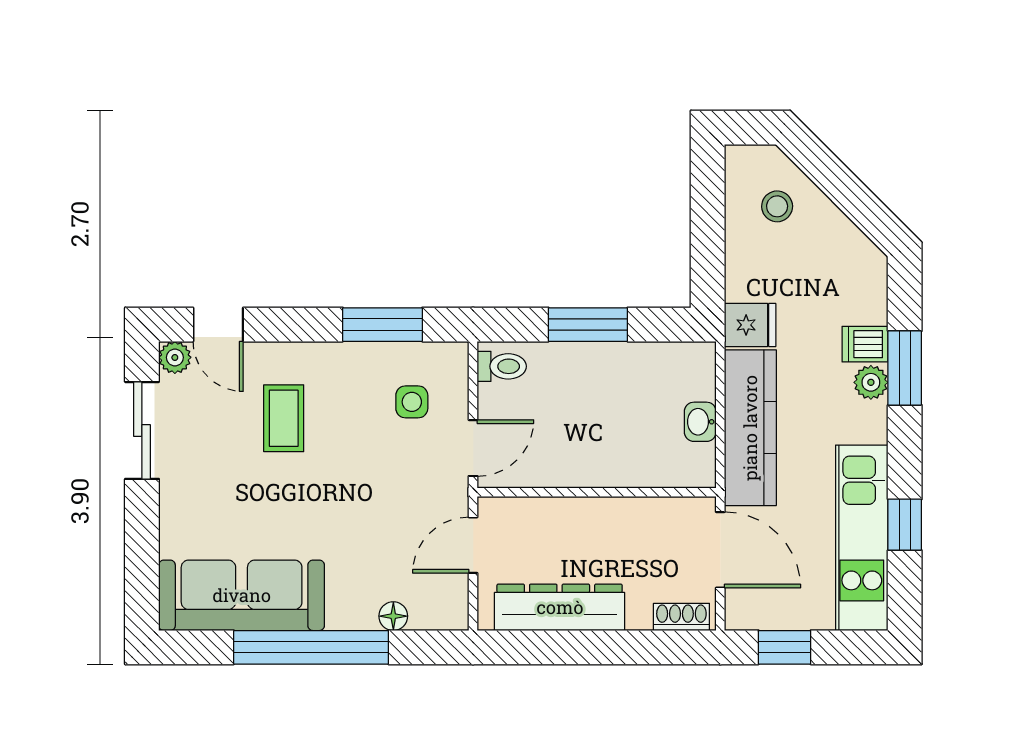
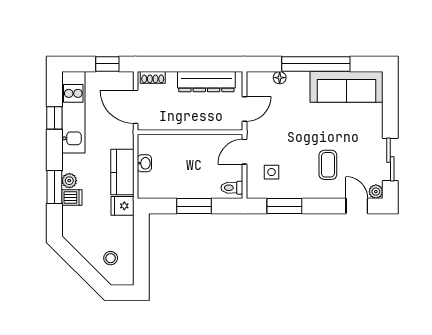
kitchen counter: (750, 428) -> (122, 172), width x0.67

